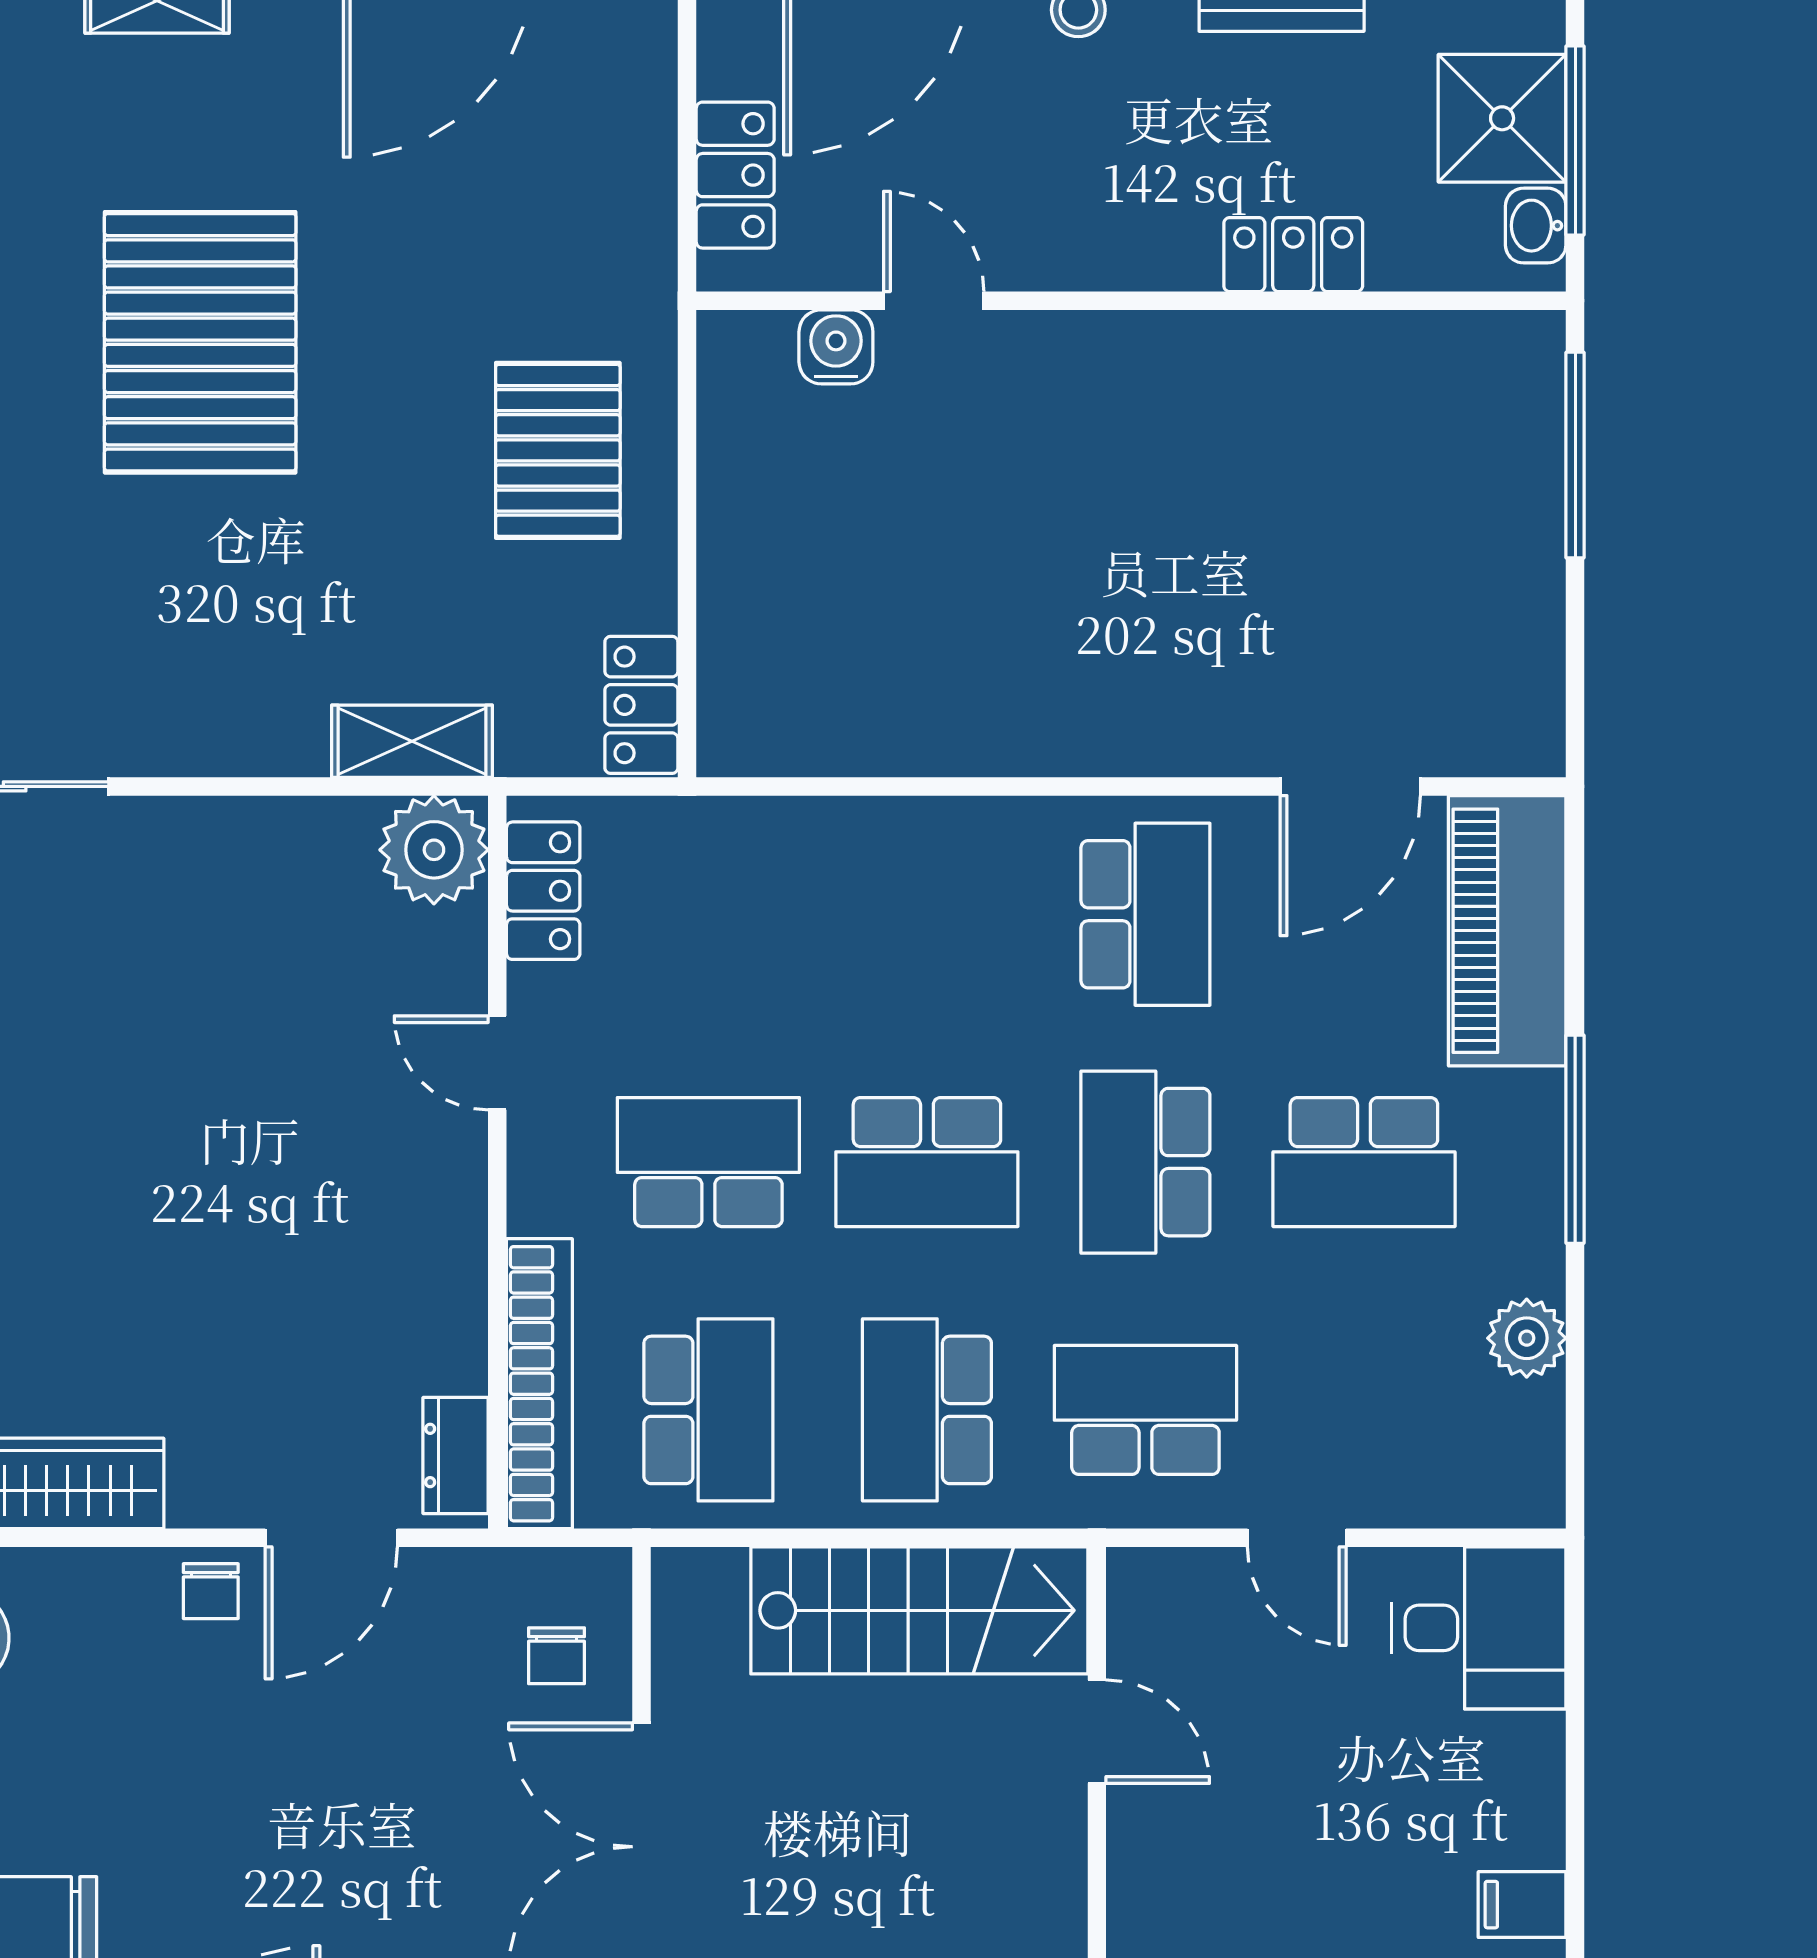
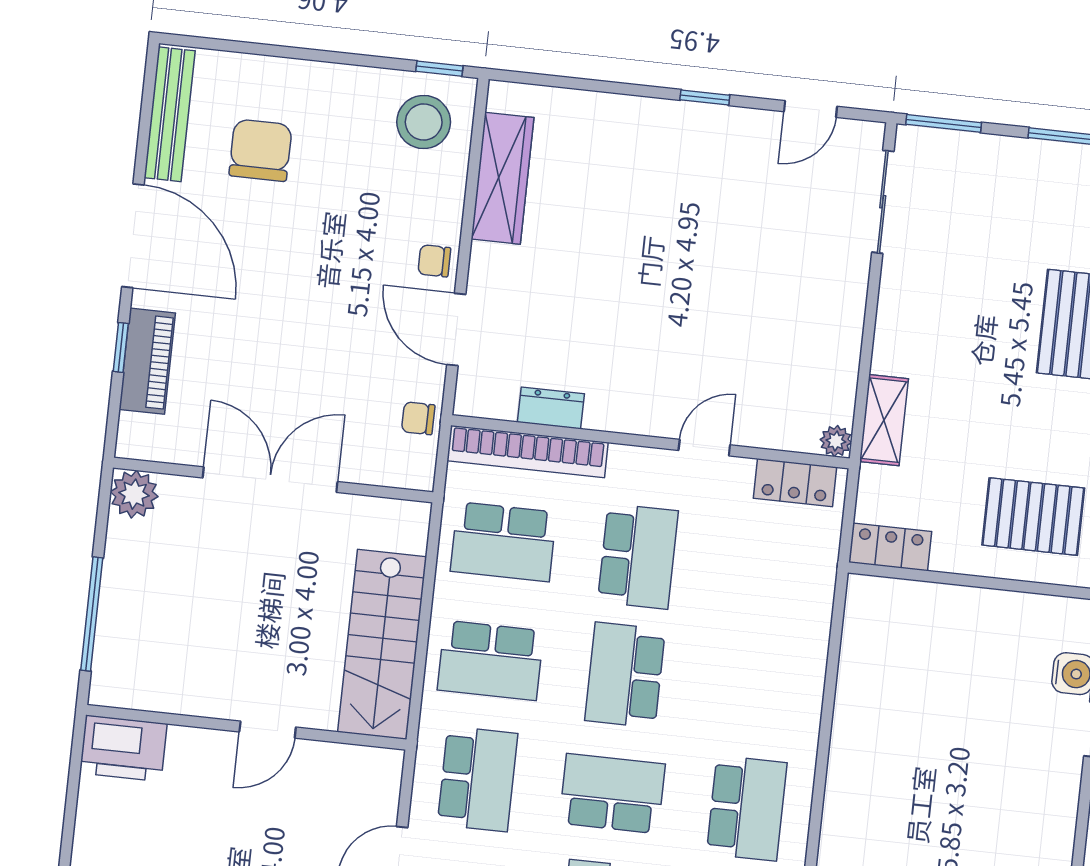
plant: (434, 850) -> (836, 441), width x0.53, depth x0.53
school desk: (1145, 914) -> (747, 808), turned -90
school desk: (927, 1410) -> (490, 660), turned 180
dresser: (456, 1455) -> (551, 408), moved
chair: (556, 1656) -> (418, 418), moved
door: (1097, 1732) -> (268, 730), moved

